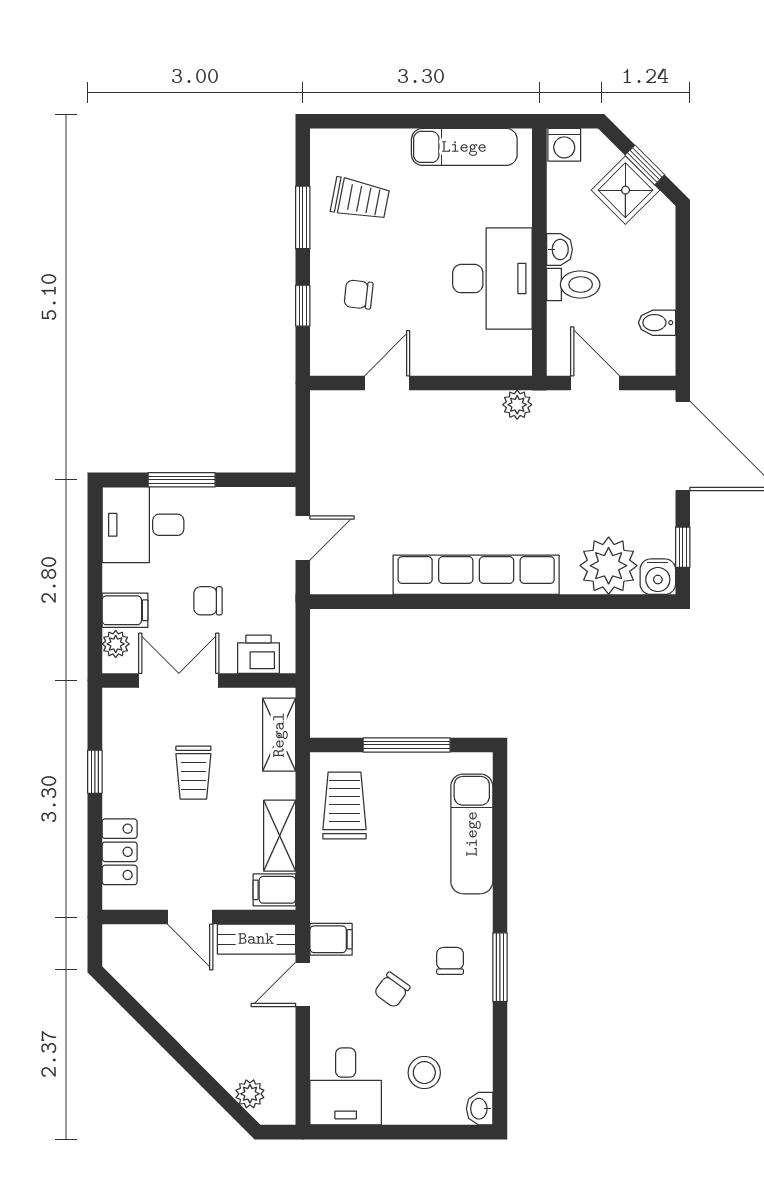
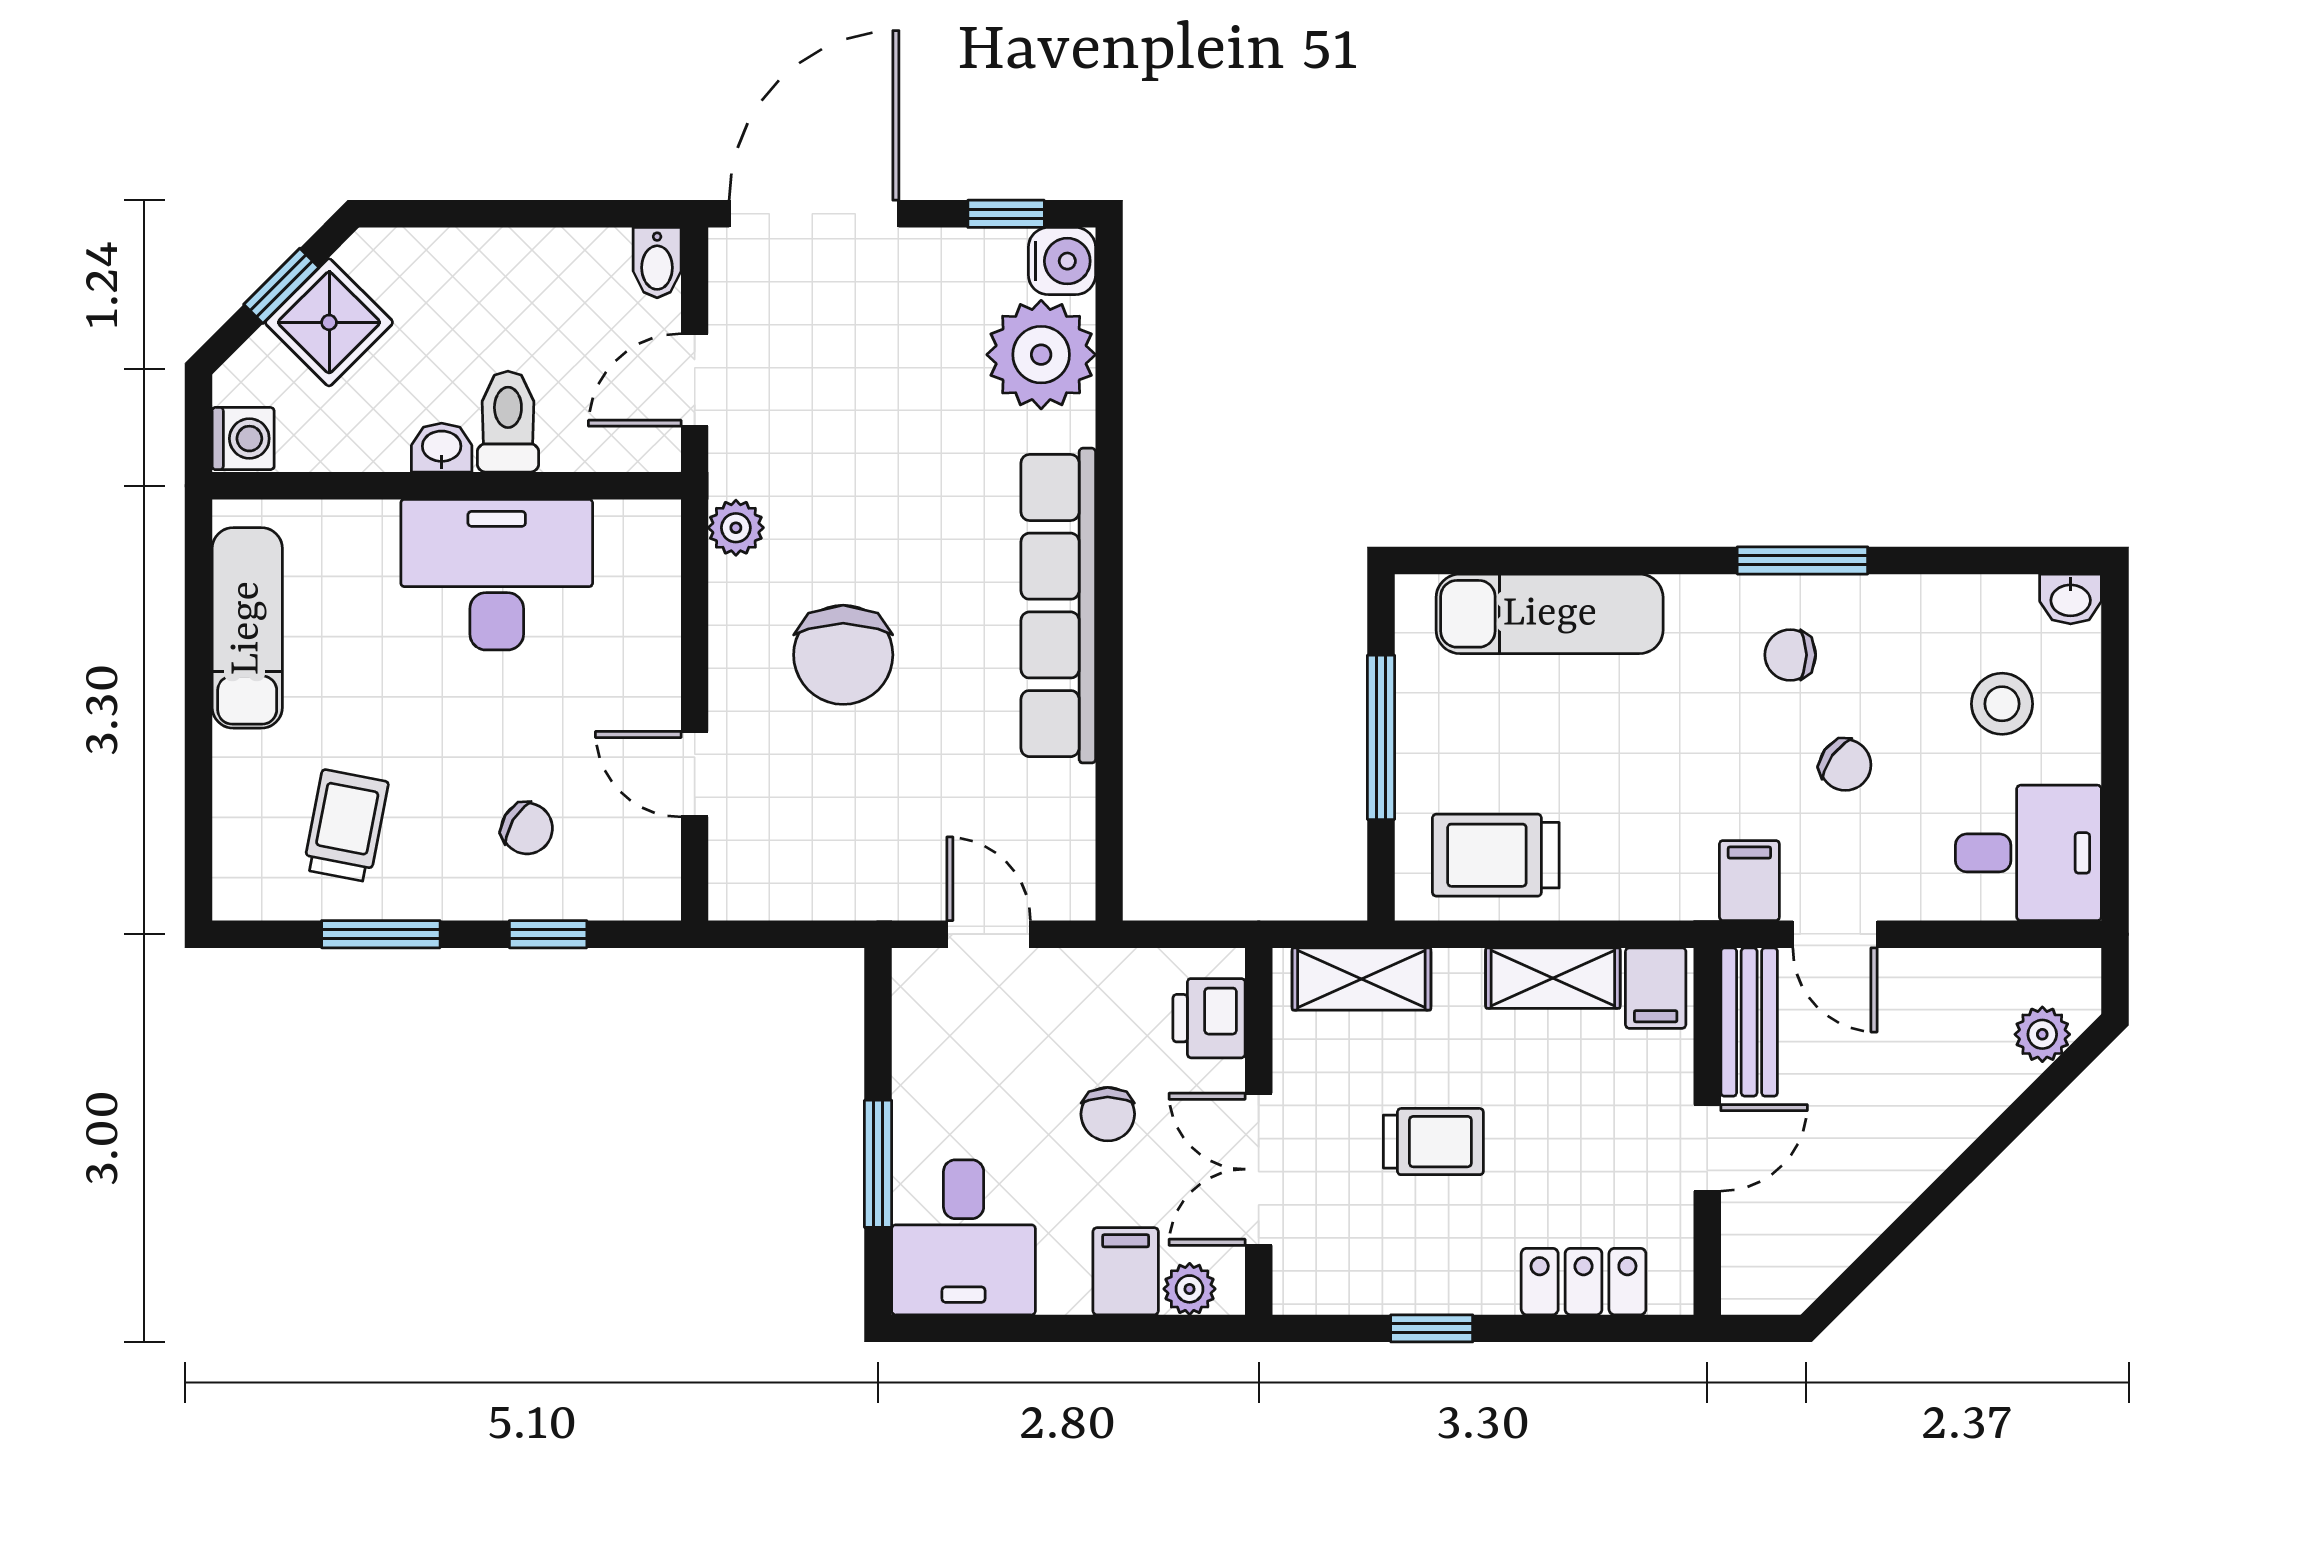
chair: (359, 294) -> (527, 828), turned -65
bidet: (657, 323) -> (657, 263), moved
chair: (450, 461) -> (843, 655), added

